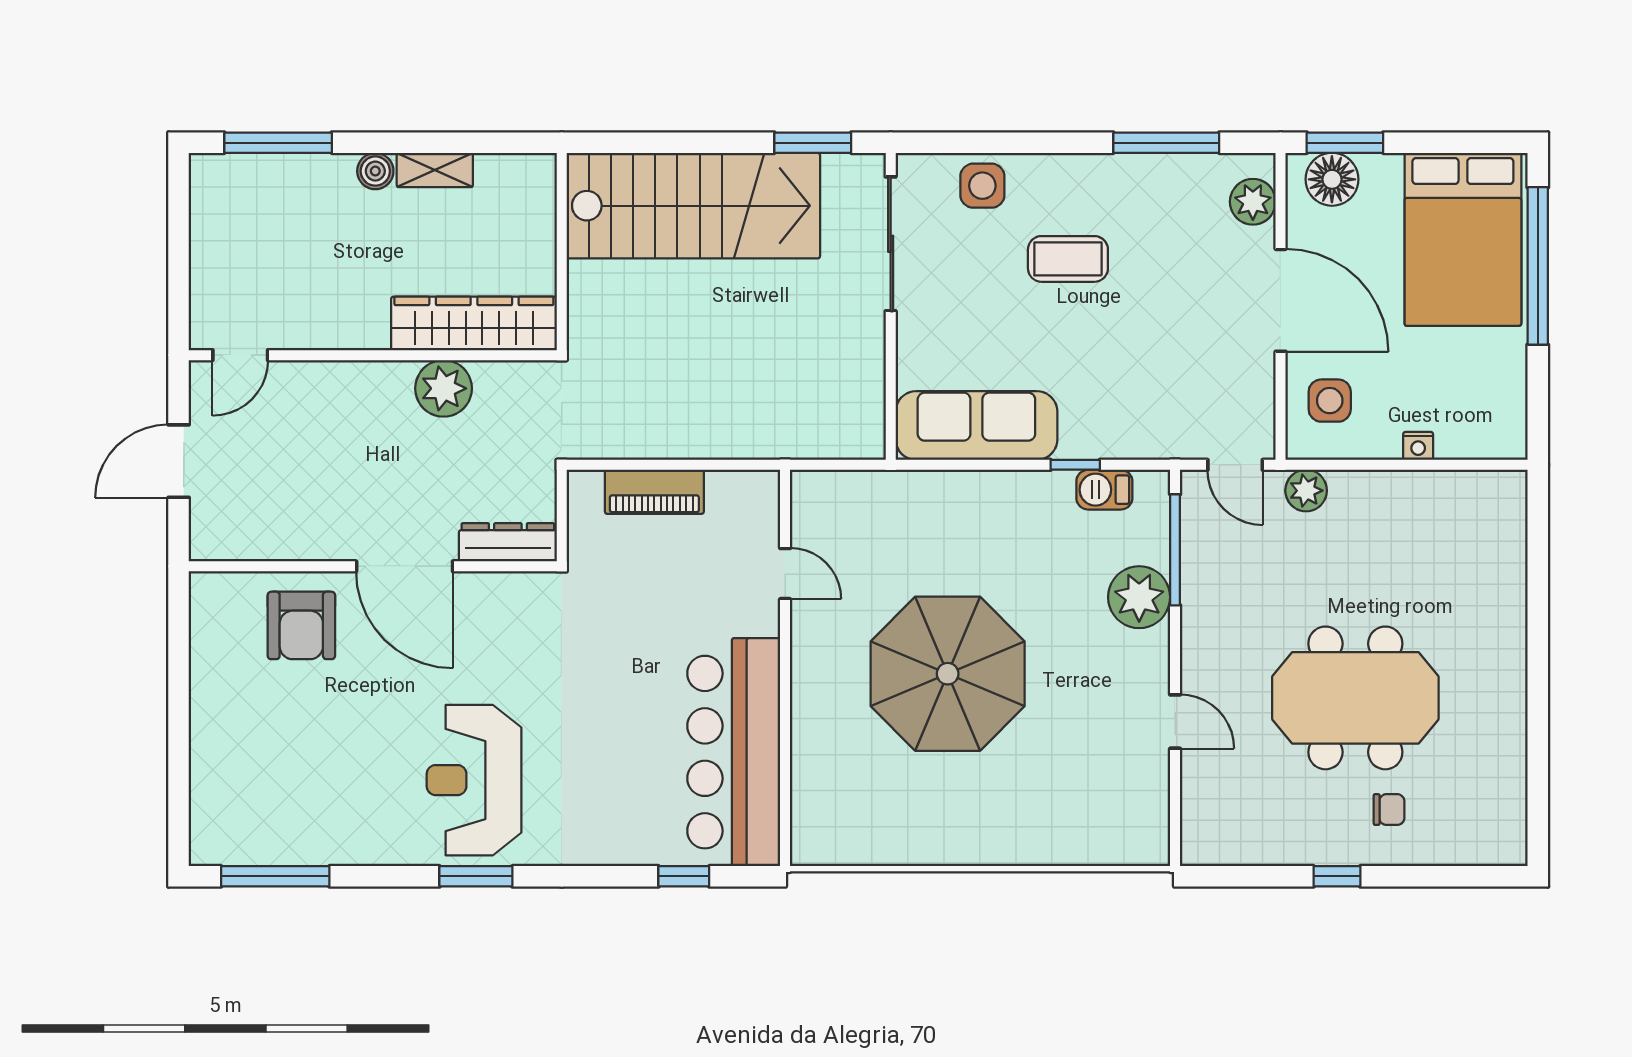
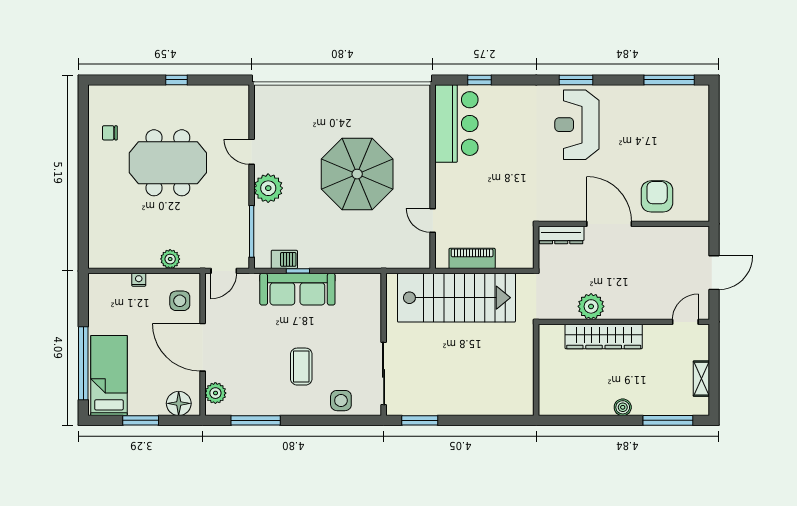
window: (1345, 143) -> (141, 420), moved
shelving: (435, 170) -> (701, 379), moved, turned 90
stairs: (693, 206) -> (456, 298), moved, turned 180
bed: (1463, 239) -> (109, 376), width x0.67
coffee table: (1068, 259) -> (301, 367), turned 90
wardrobe: (474, 323) -> (604, 337), moved
sofa: (976, 426) -> (297, 289), moved
door: (1235, 465) -> (224, 271), swing flipped
plant: (1306, 491) -> (170, 259), moved
piano: (654, 492) -> (472, 258), moved
plant: (1139, 597) -> (268, 188), moved
bar counter: (734, 752) -> (456, 124), width x0.73
reception desk: (474, 780) -> (577, 125), turned 180
chair: (1389, 810) -> (110, 133), moved

